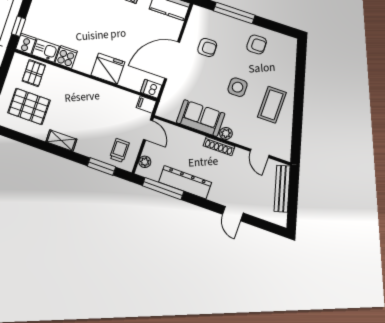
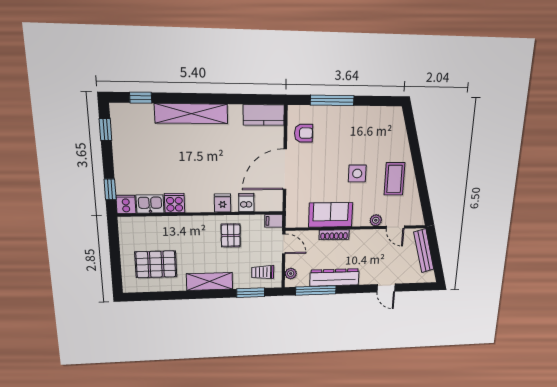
armchair: (257, 44) -> (364, 125), removed
armchair: (207, 47) -> (304, 133), moved
fridge: (108, 69) -> (223, 203), width x0.53, depth x0.75
pallet: (34, 73) -> (231, 235), moved
dishwasher: (151, 89) -> (246, 203), moved, turned 90
plant: (226, 133) -> (376, 220), moved
shelving: (61, 140) -> (210, 281), width x1.50, depth x1.33
shoe rack: (219, 146) -> (334, 235), moved
trolley: (119, 150) -> (263, 272), turned -90

